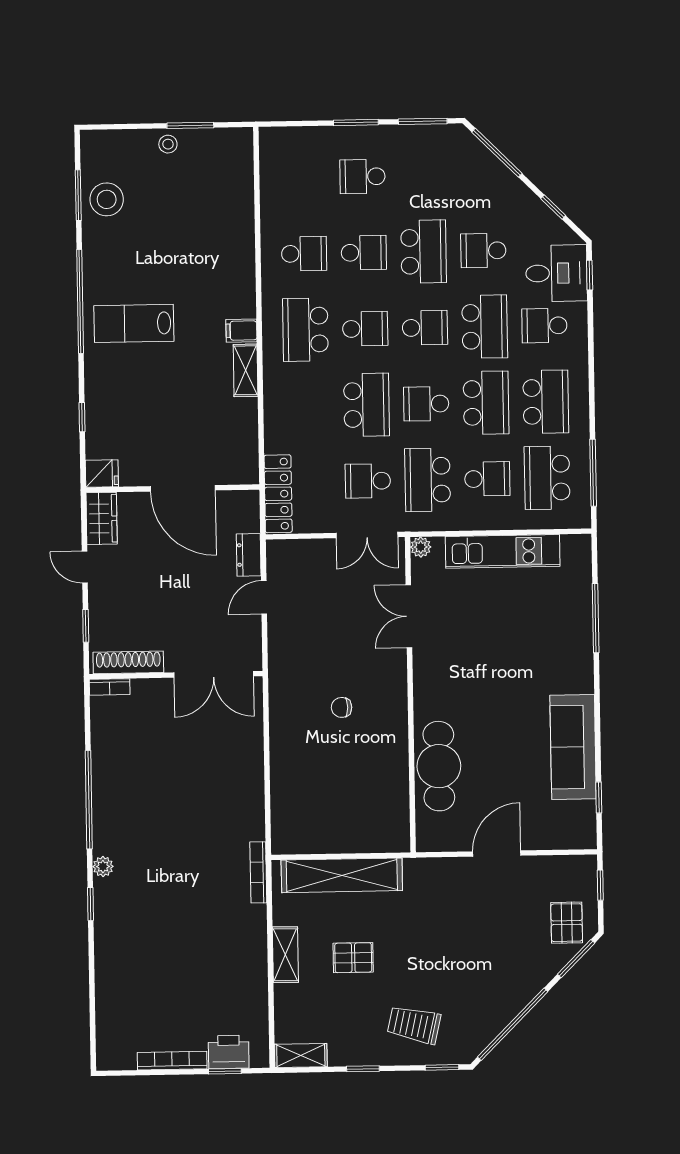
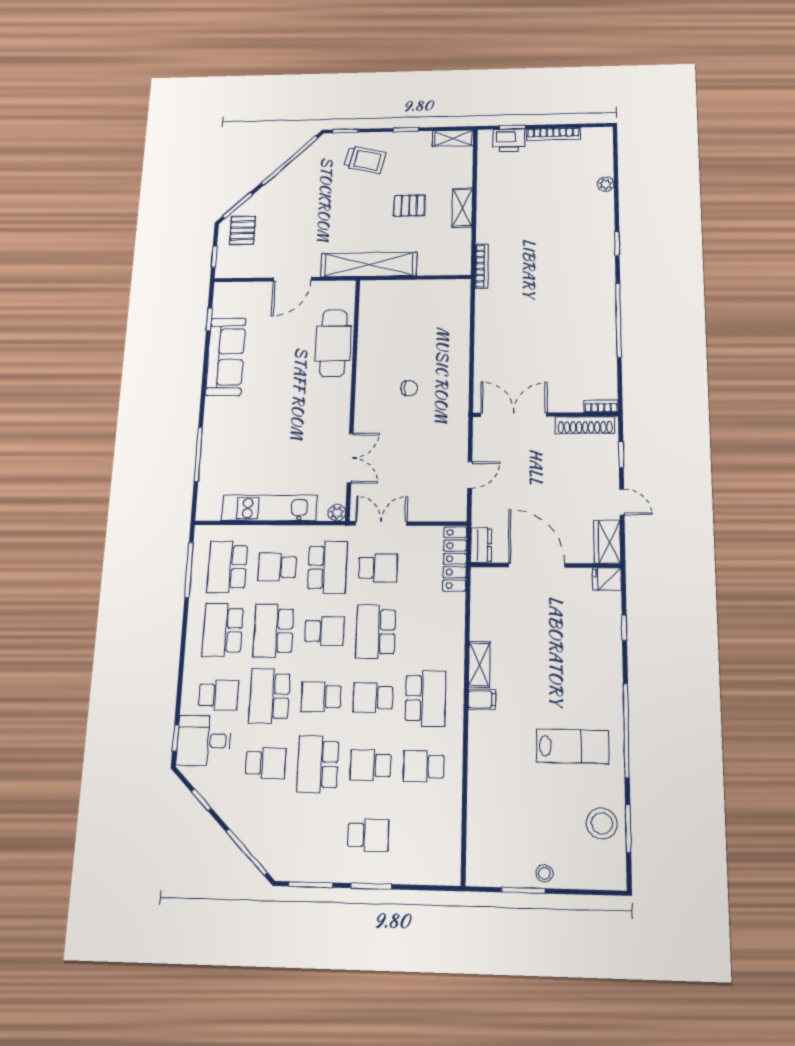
lab bench: (134, 323) -> (573, 746), moved
school desk: (547, 478) -> (227, 567), turned 180
dresser: (249, 555) -> (481, 545), moved
plant: (103, 867) -> (606, 184), moved
shelving: (342, 875) -> (369, 265), moved

